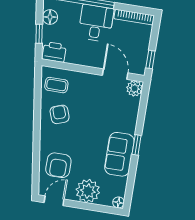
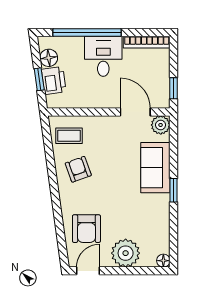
printer: (54, 52) -> (54, 80), moved, turned 82
sofa: (119, 154) -> (155, 168), moved

